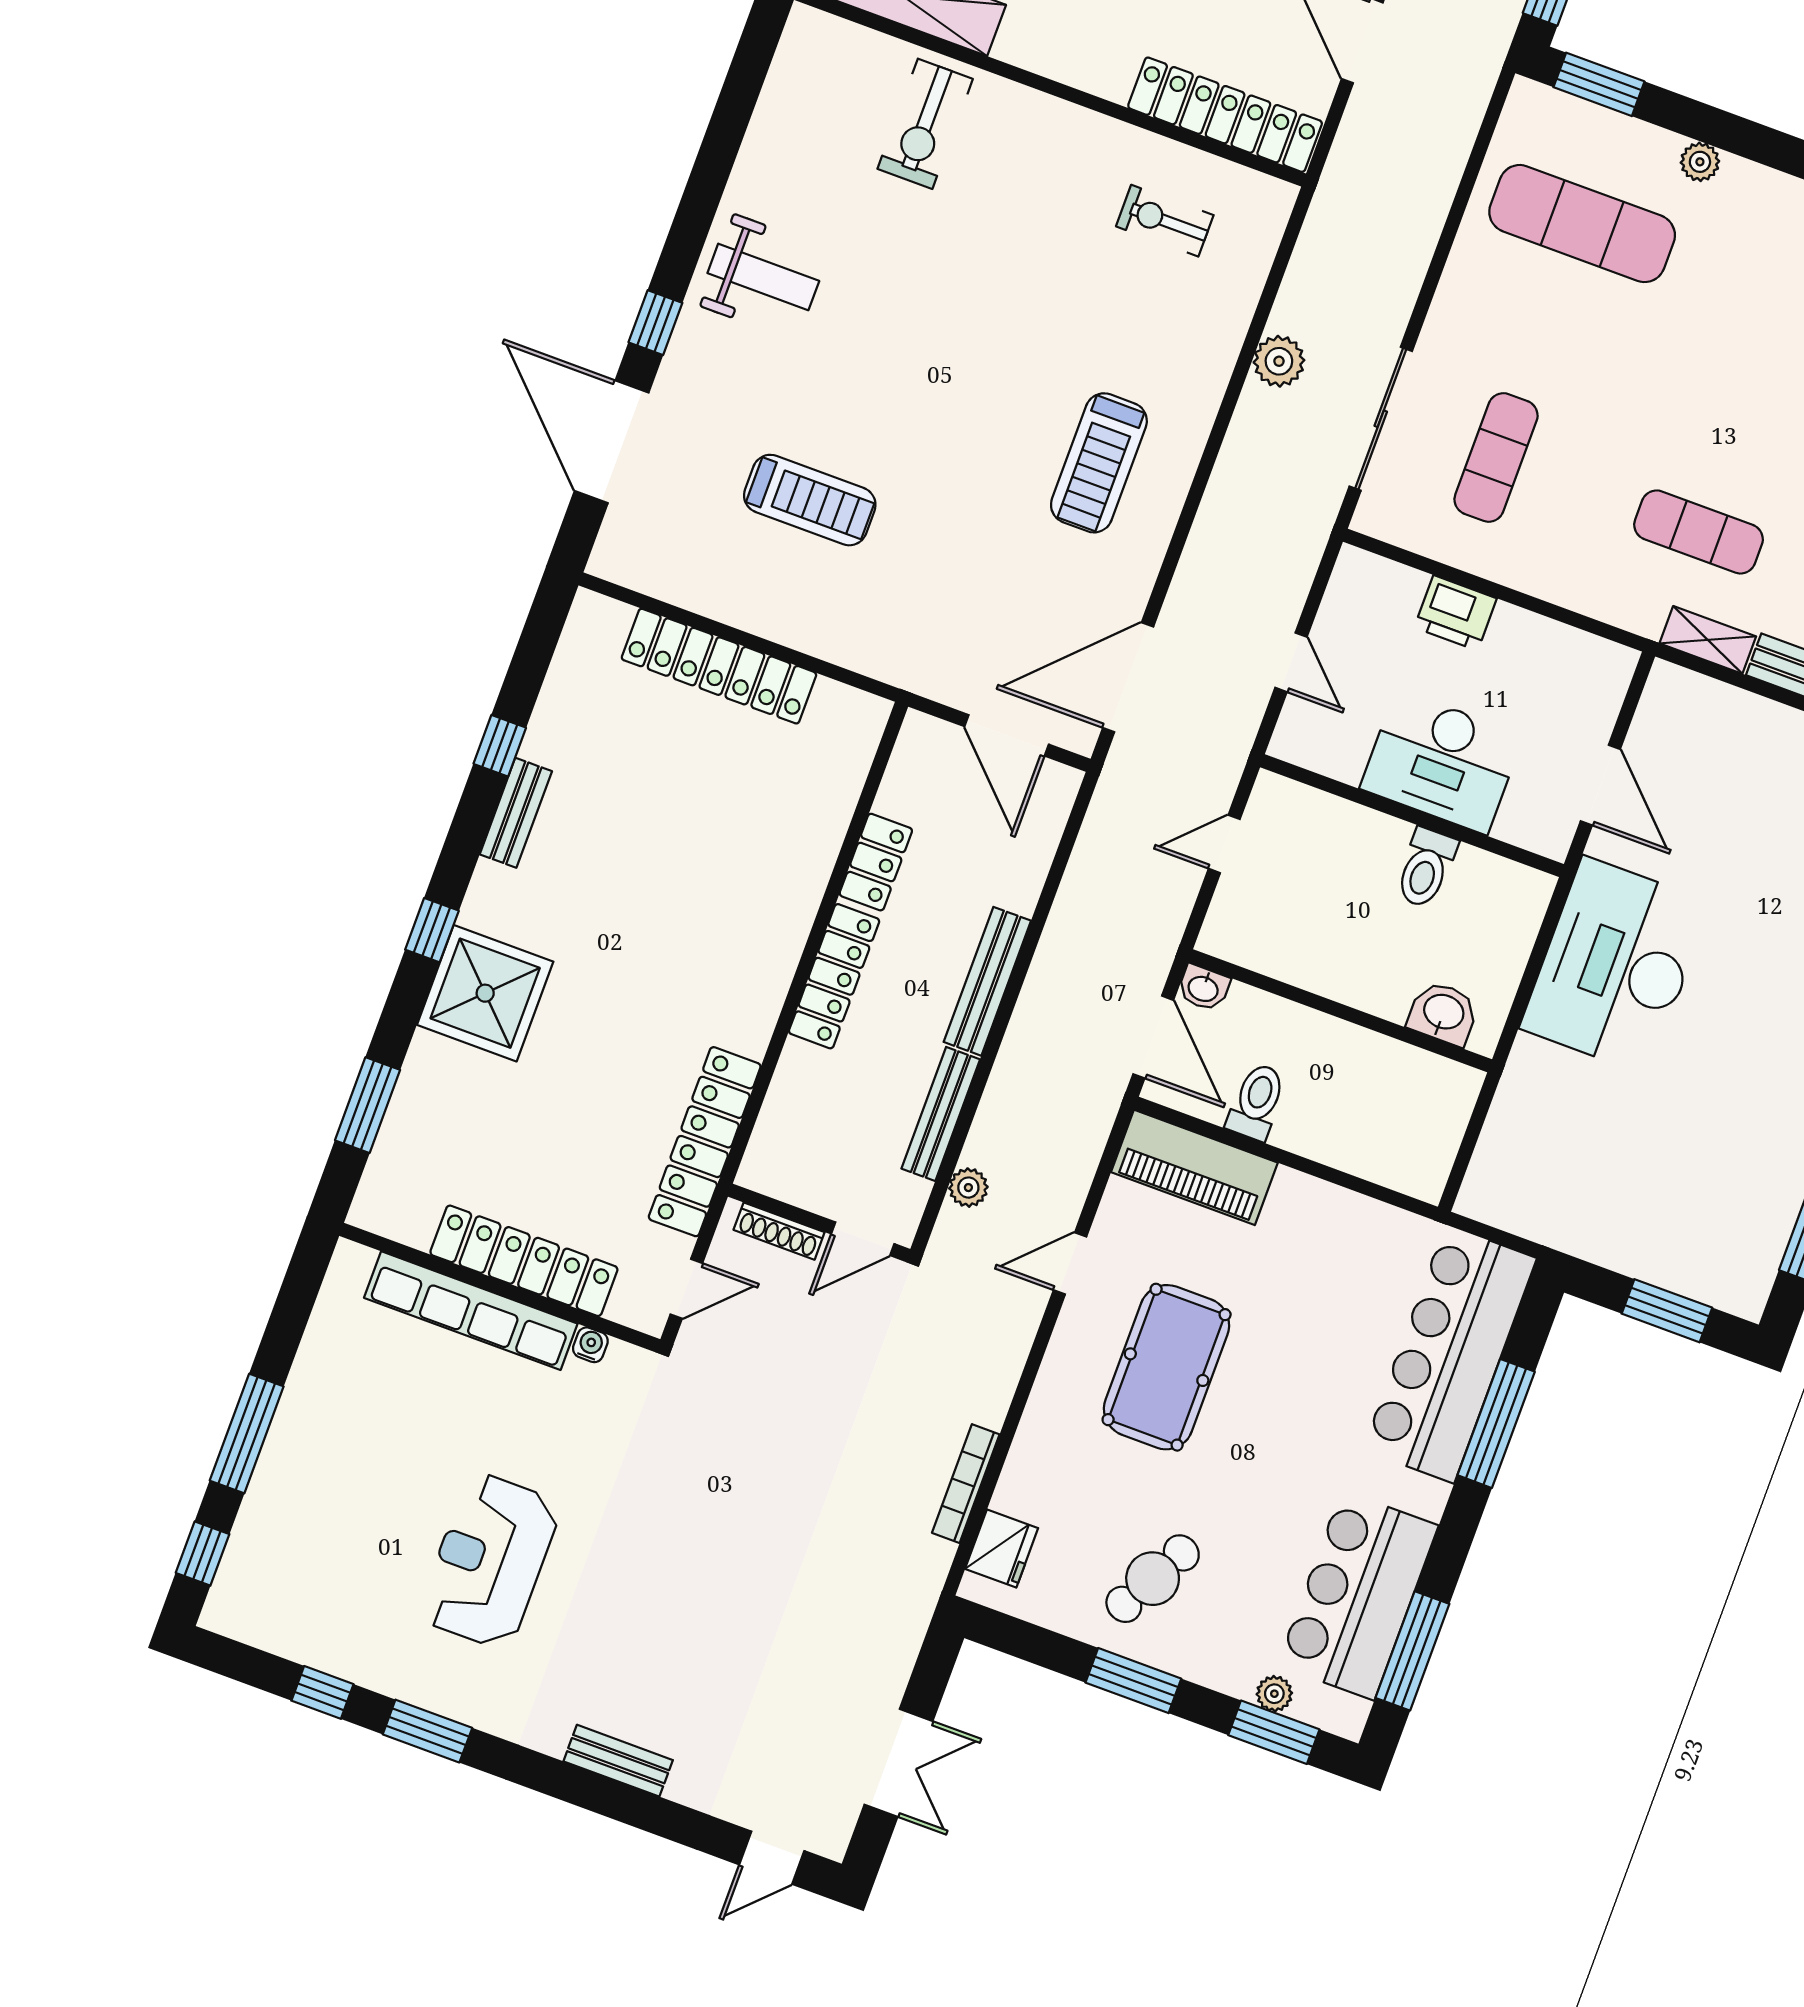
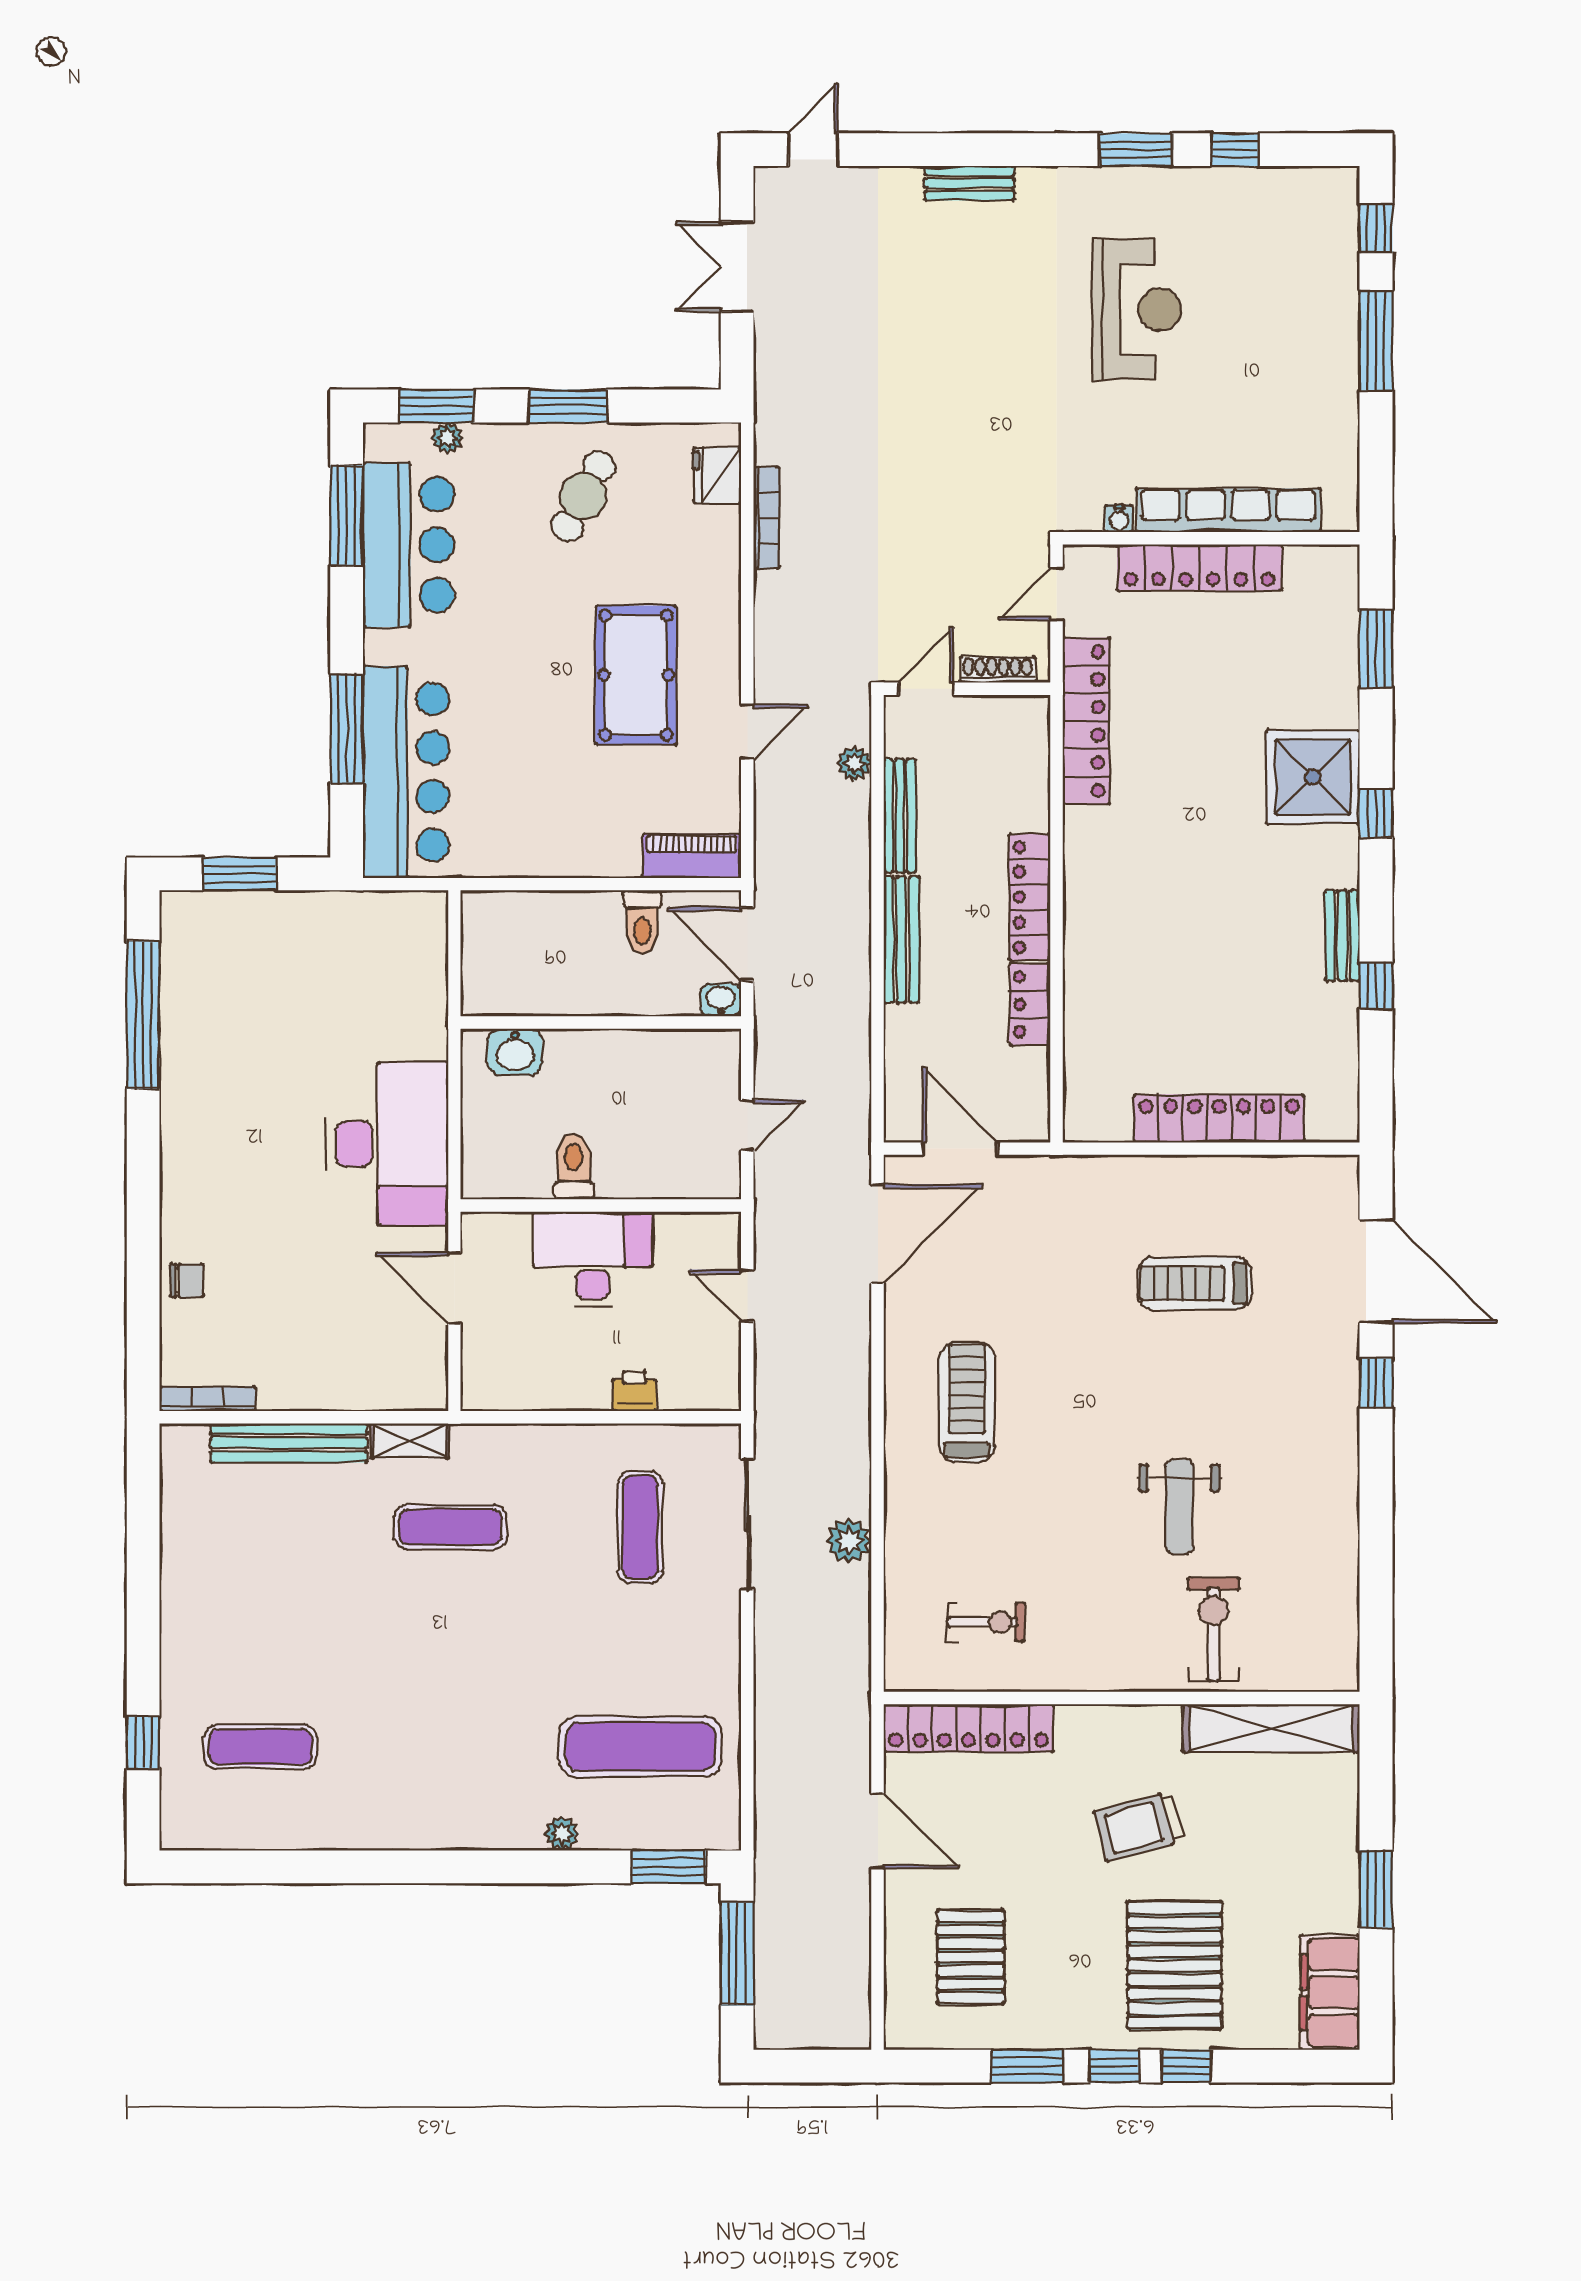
weight bench: (763, 277) -> (1179, 1506), moved, turned -90
printer: (1456, 613) -> (635, 1391), width x0.73, depth x0.81
piano: (1194, 1167) -> (692, 856), width x0.73, depth x0.75

